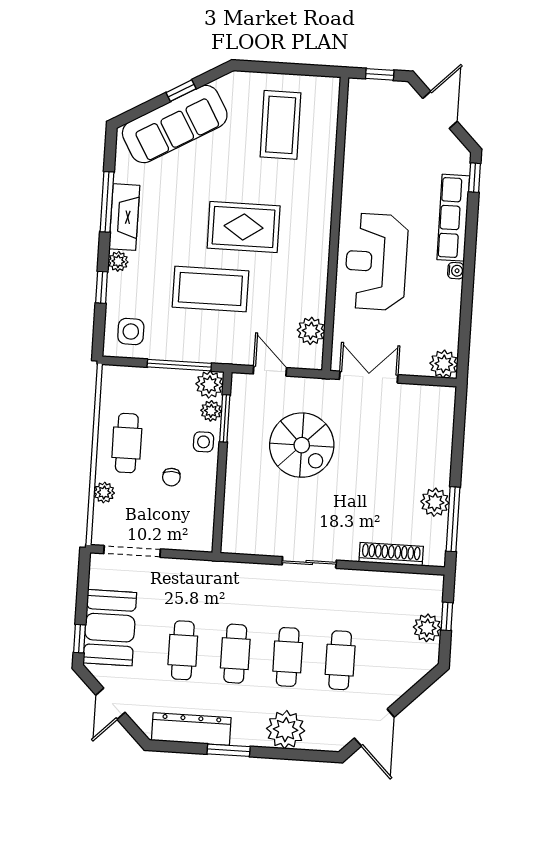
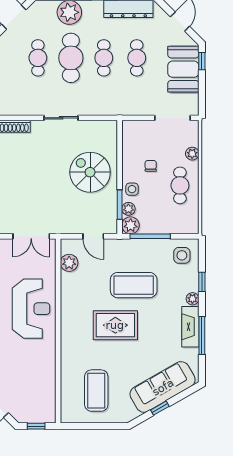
spiral stairs: (302, 445) -> (90, 172), moved
cafe table: (288, 657) -> (71, 58), width x1.37, depth x1.35

